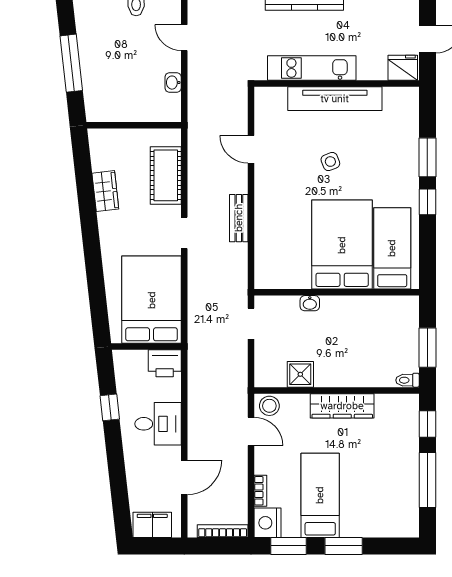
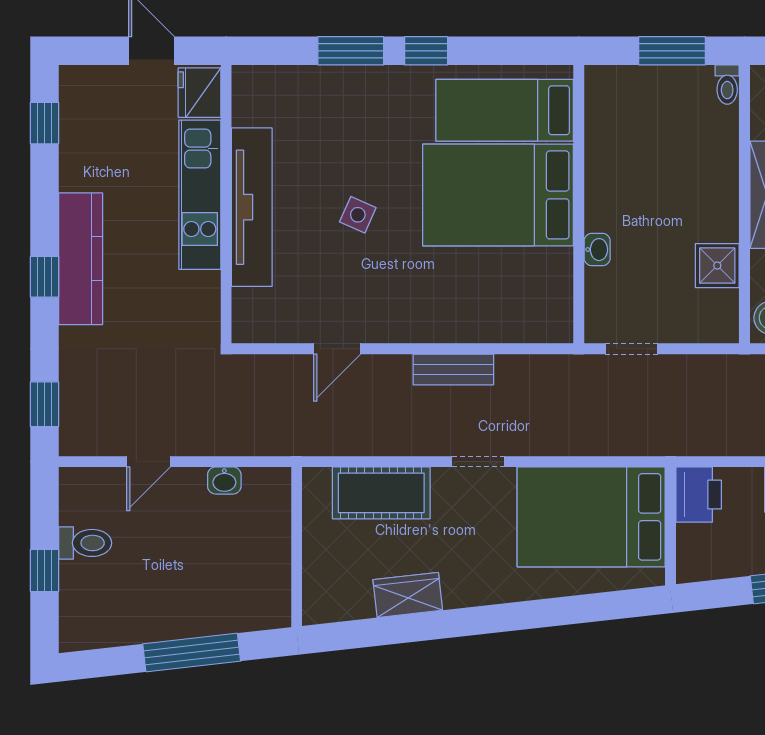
kitchen unit: (312, 68) -> (200, 195), moved
side table: (330, 162) -> (358, 215), turned 45

